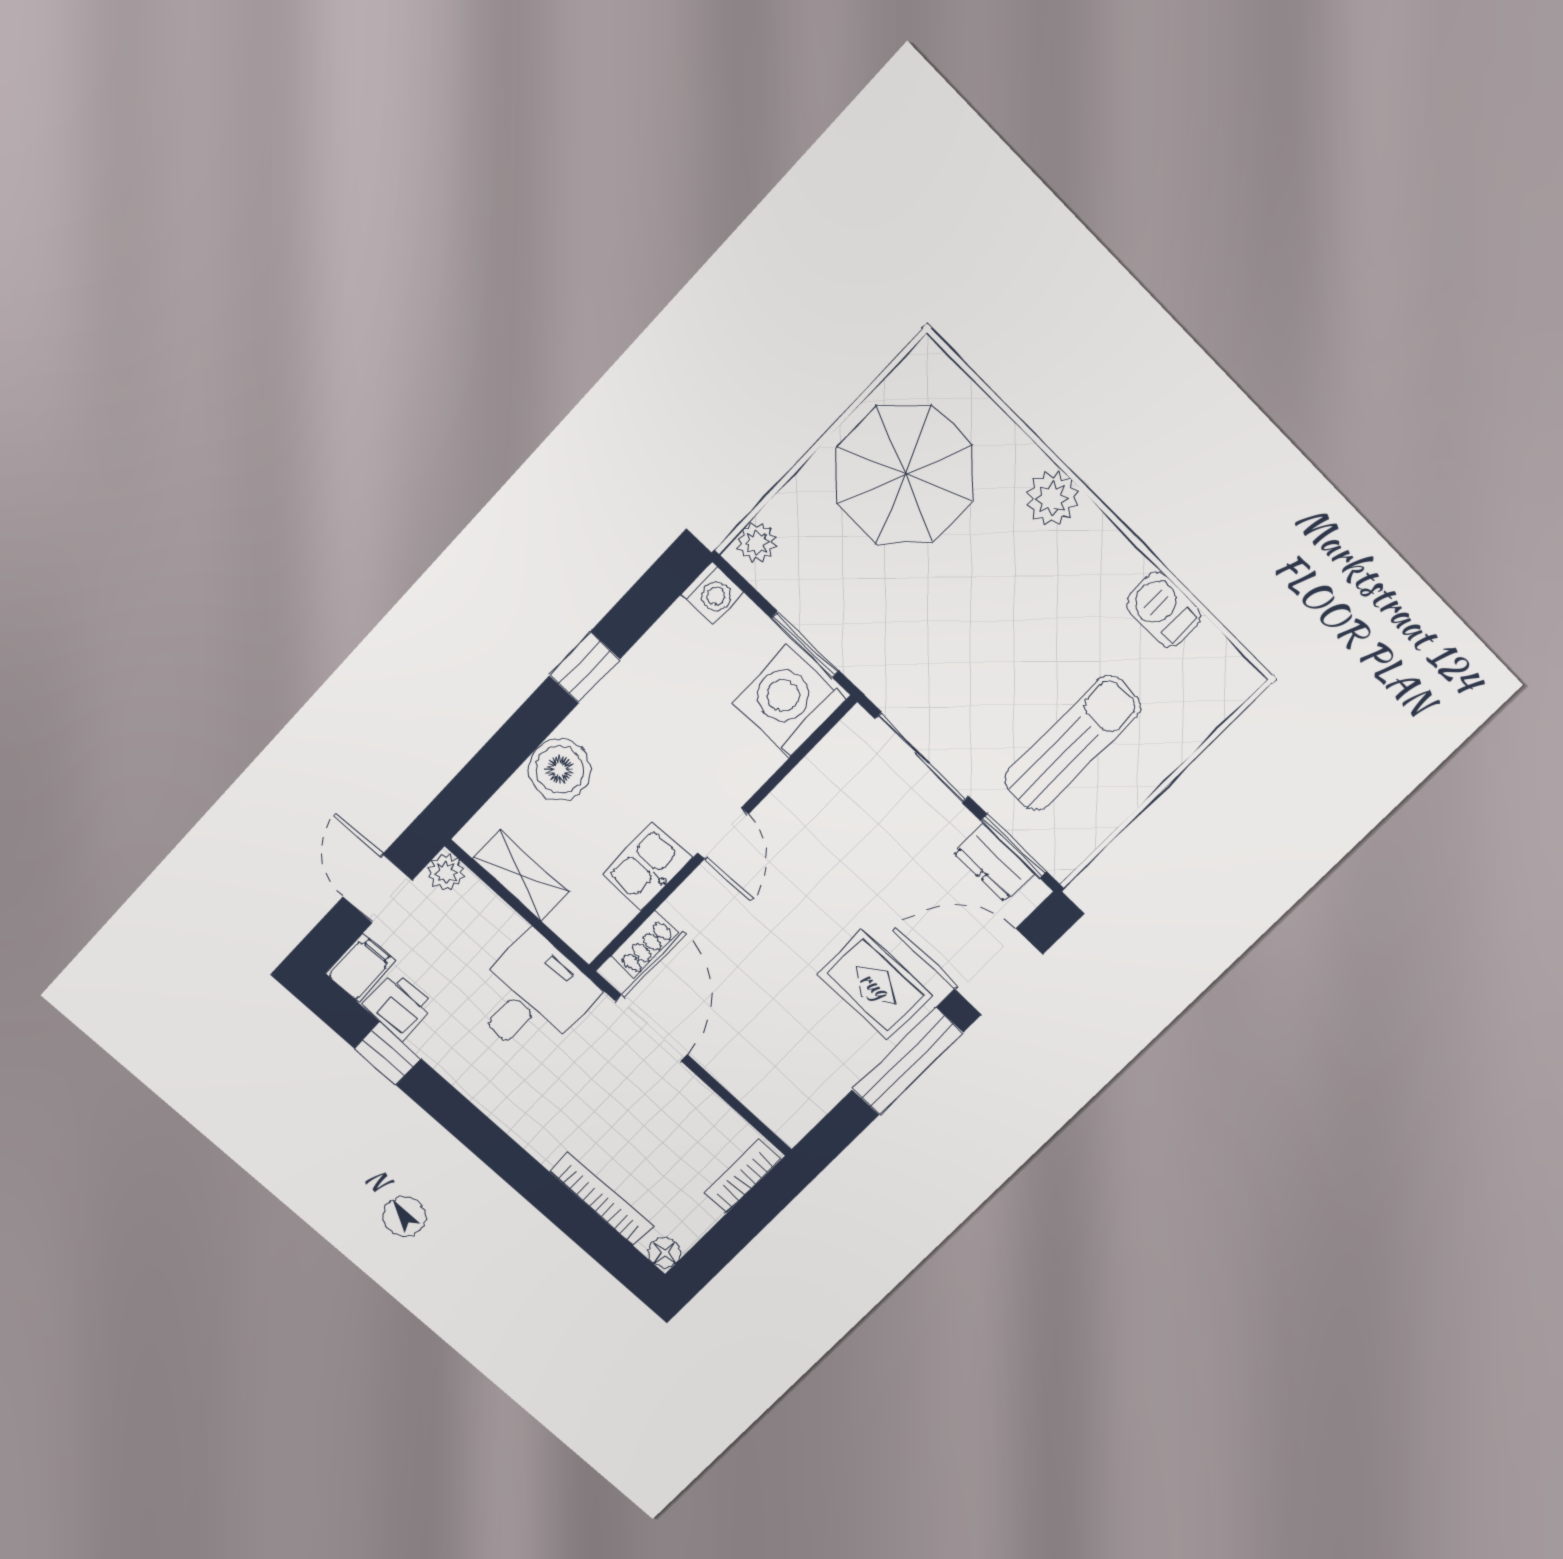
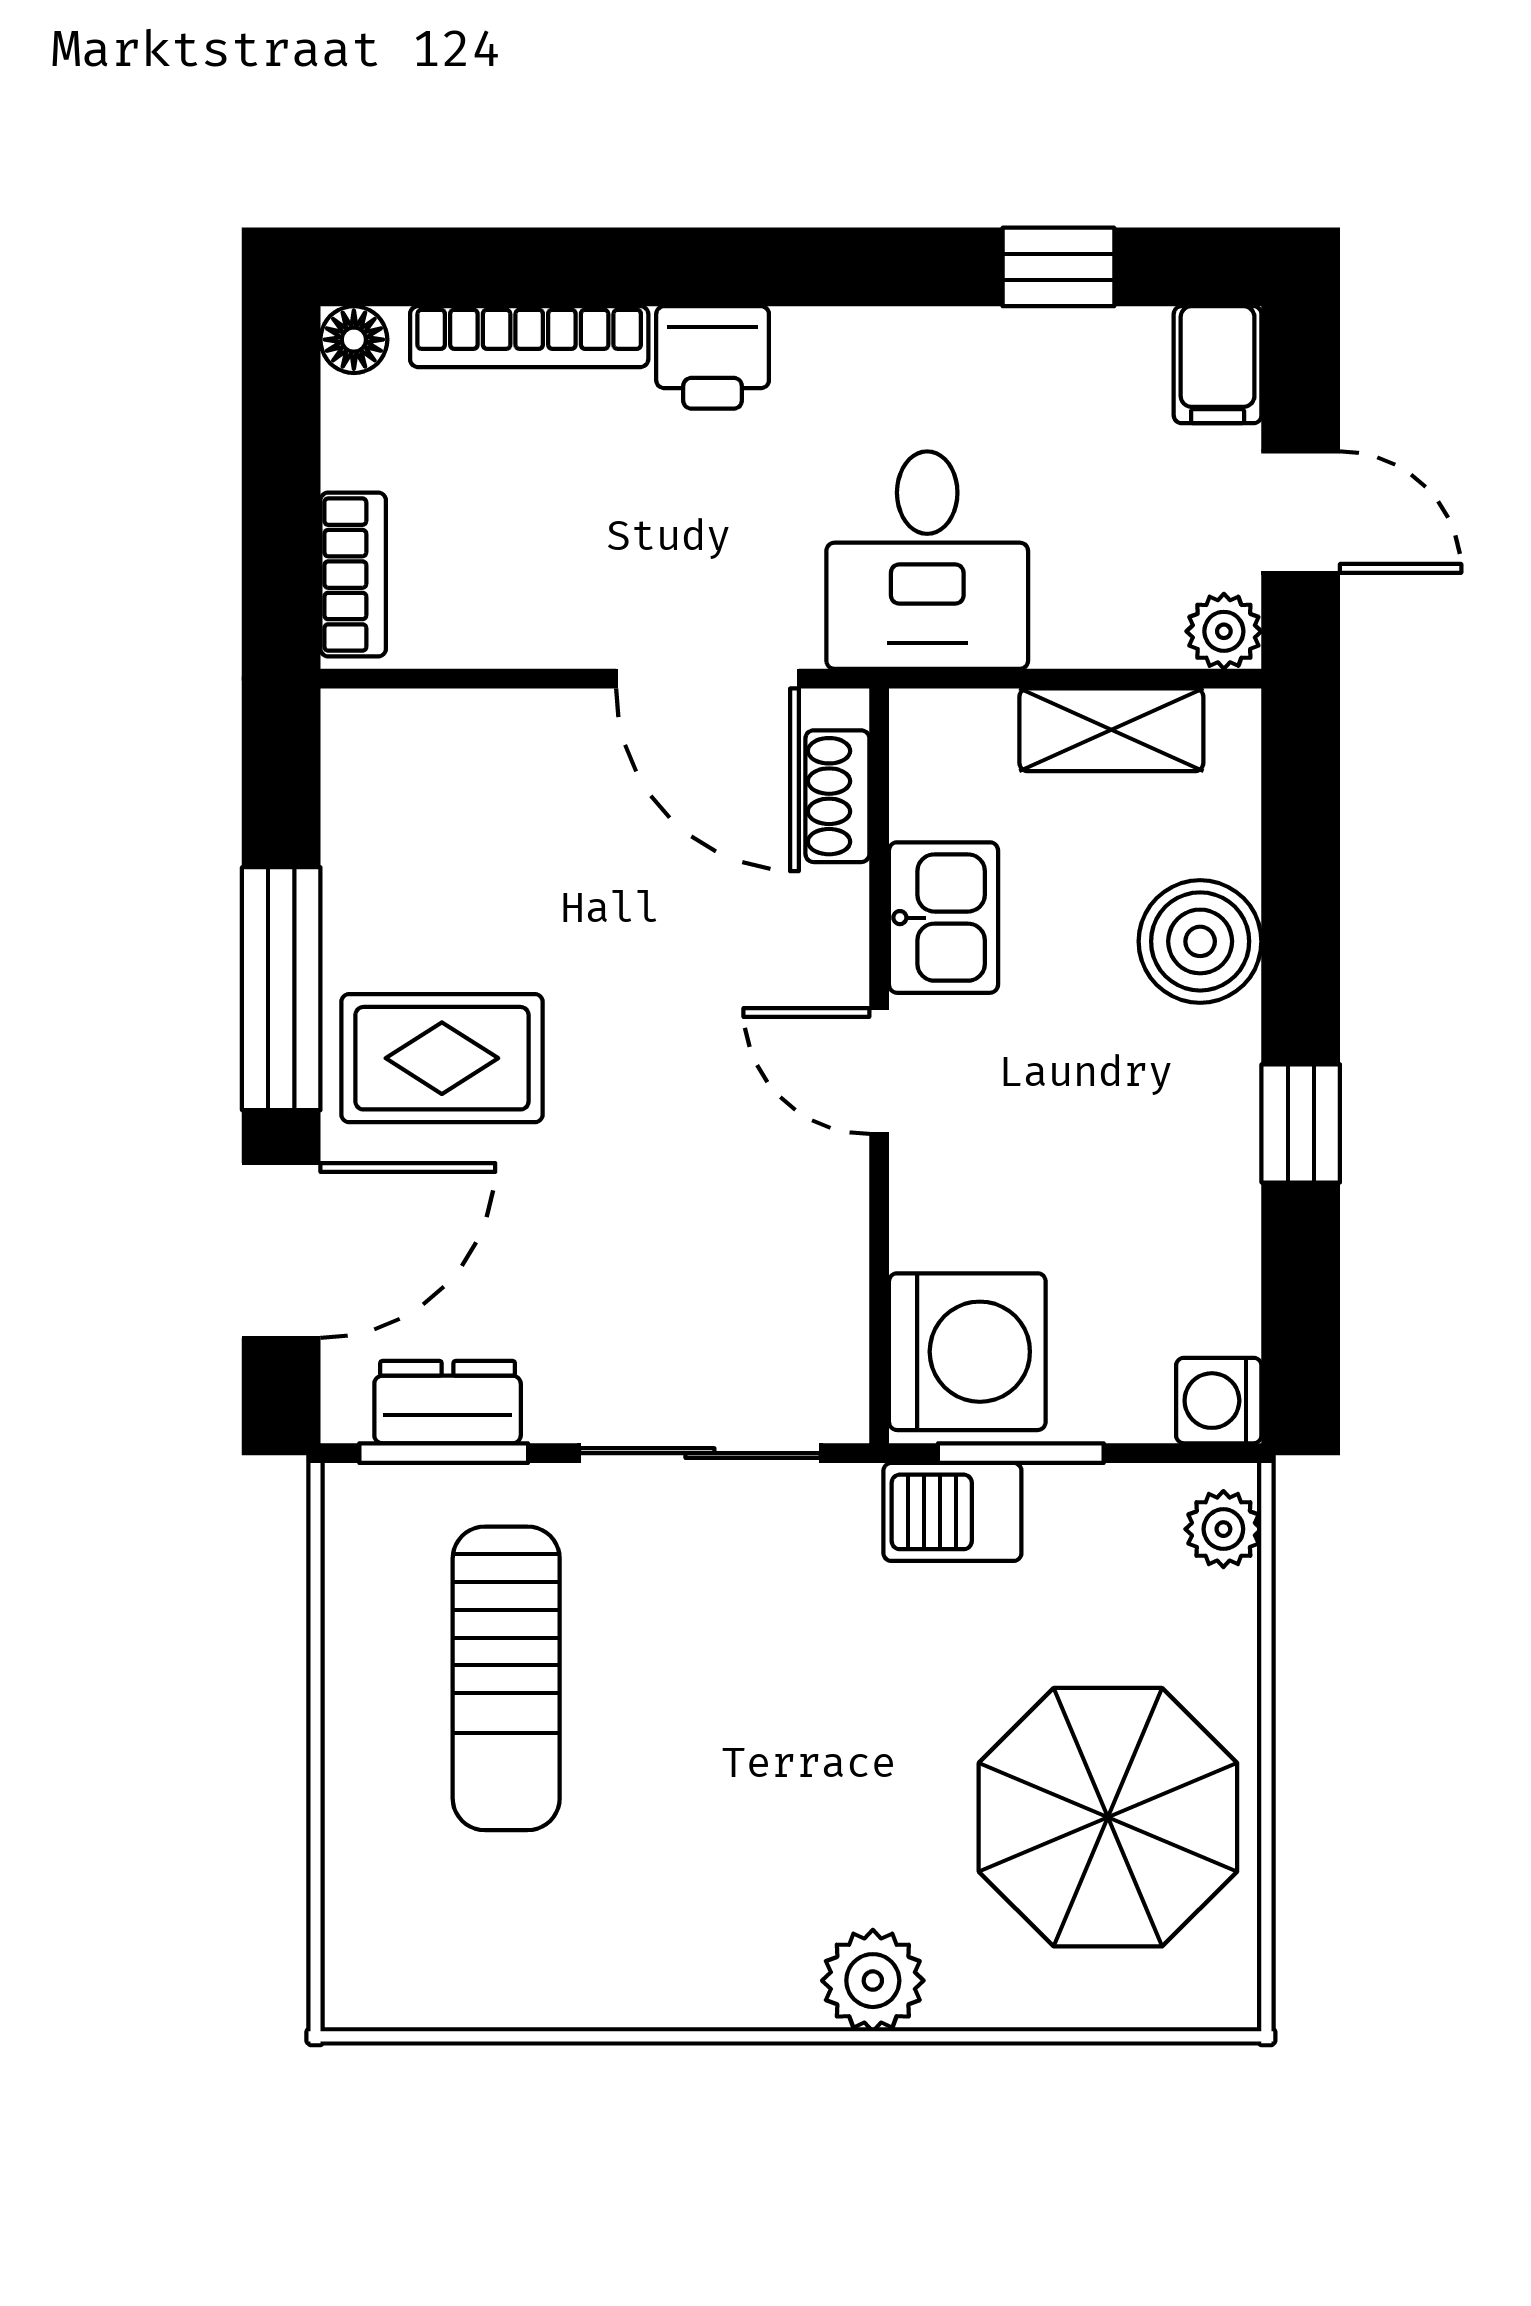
barbecue: (1164, 610) -> (952, 1512), moved, turned 180
printer: (398, 1006) -> (713, 357), moved

